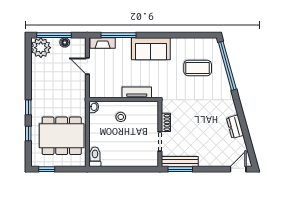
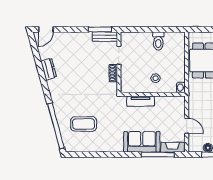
sofa: (151, 49) -> (142, 142), moved
toilet: (95, 157) -> (158, 41), moved
bench: (180, 161) -> (105, 37), width x0.73

